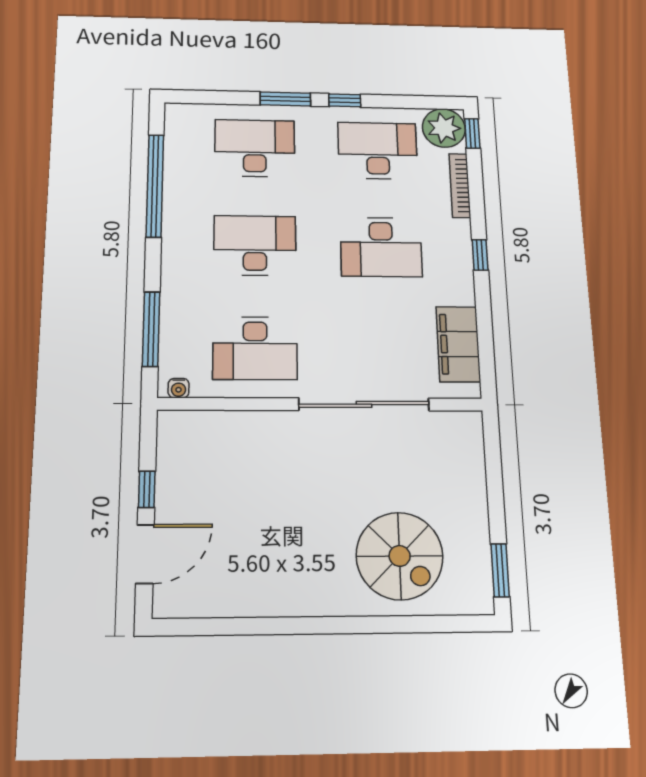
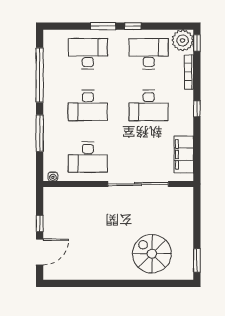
desk: (255, 245) -> (88, 105), turned 180
window: (151, 329) -> (40, 133), moved
spiral stairs: (400, 556) -> (152, 254), turned 180

